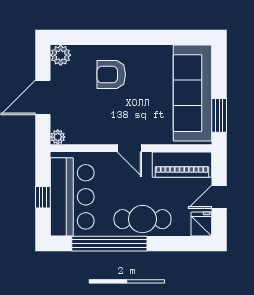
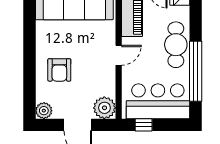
plant: (58, 137) -> (104, 108), width x1.87, depth x1.87
window: (43, 197) -> (144, 125), moved

